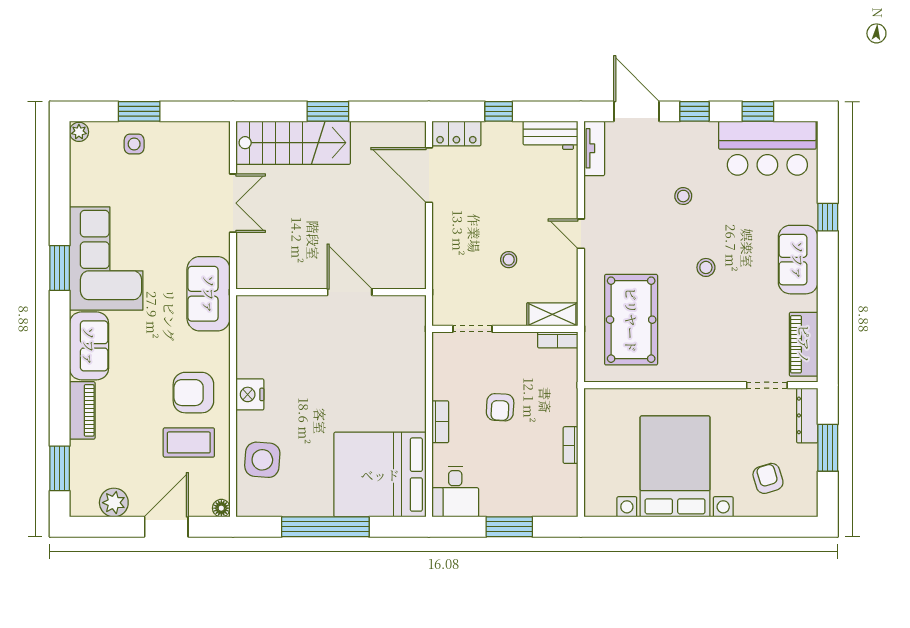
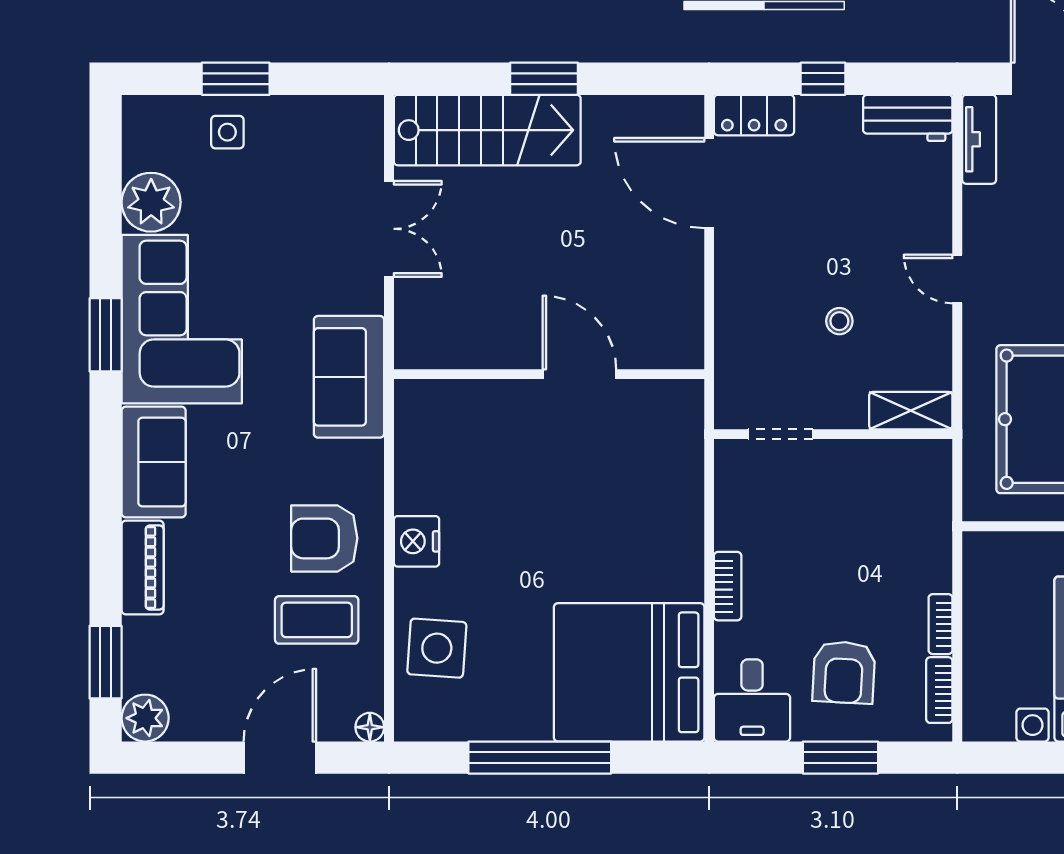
plant: (79, 132) -> (151, 202), moved, width x1.88, depth x1.88
bookcase: (558, 340) -> (939, 690), moved, turned 90
armchair: (500, 407) -> (844, 672), moved, width x1.38, depth x1.38
plant: (114, 503) -> (145, 718), moved

